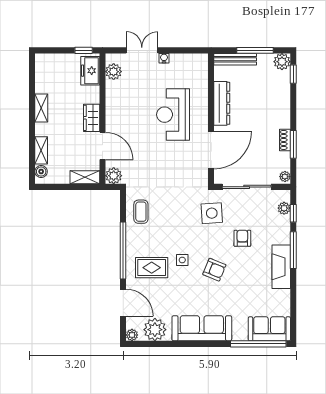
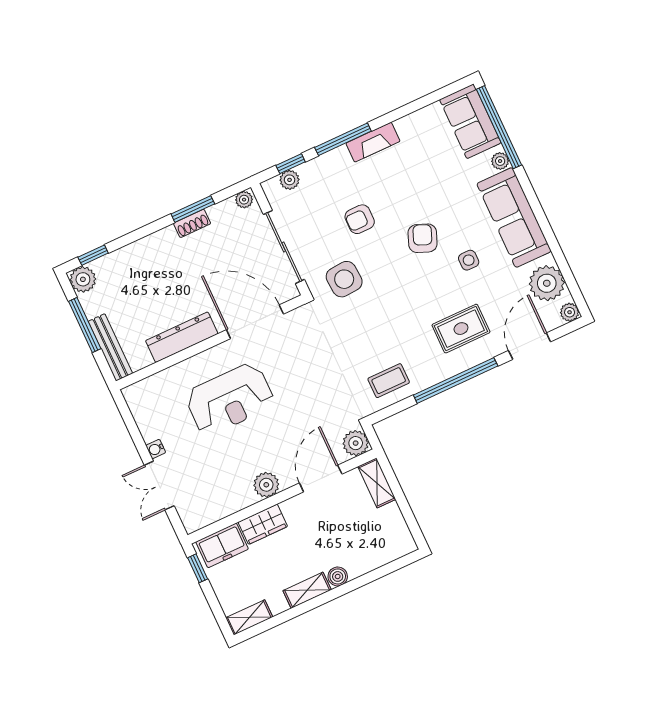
plant: (114, 72) -> (266, 485), moved
wardrobe: (92, 118) -> (263, 524), moved
shelving: (41, 150) -> (249, 617), moved
boiler: (41, 172) -> (338, 576), moved
side table: (182, 260) -> (469, 260), moved
fireplace: (281, 267) -> (373, 142), width x0.73, depth x0.76
rug: (152, 268) -> (461, 329), turned 90
plant: (238, 335) -> (500, 161), added

